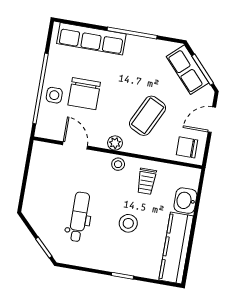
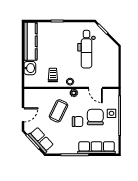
chair: (187, 147) -> (78, 122), moved
dental chair: (79, 217) -> (86, 49), width x1.36, depth x1.38
stool: (128, 223) -> (59, 50), removed

